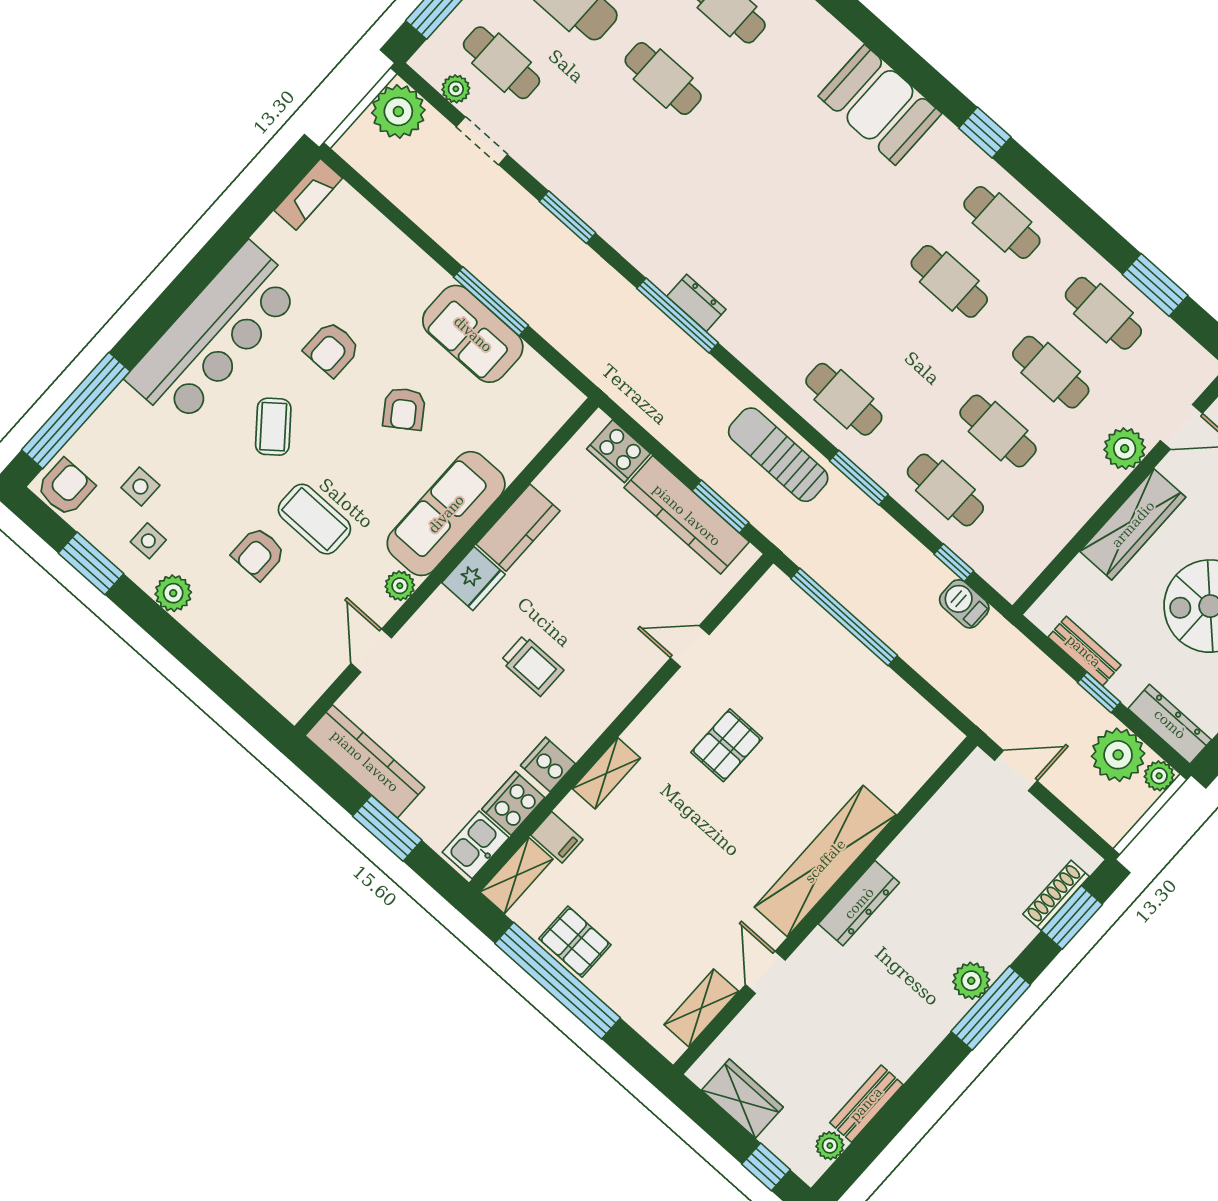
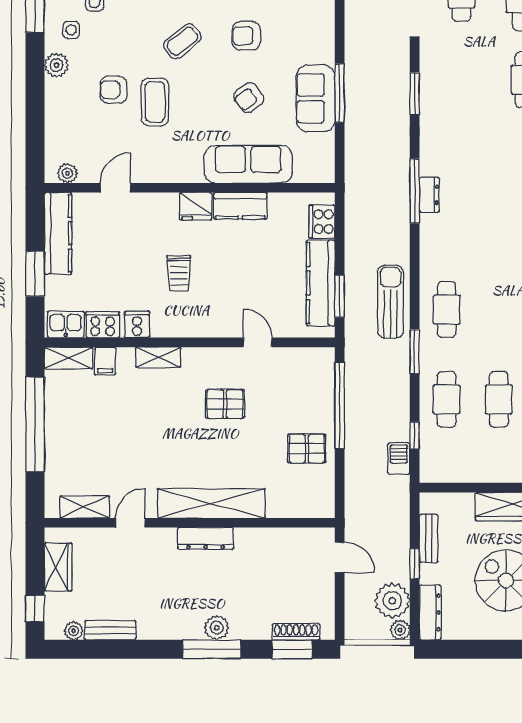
sofa: (446, 514) -> (248, 164), moved
plant: (400, 586) -> (67, 173), moved
pallet: (575, 942) -> (307, 449), moved, turned 90

